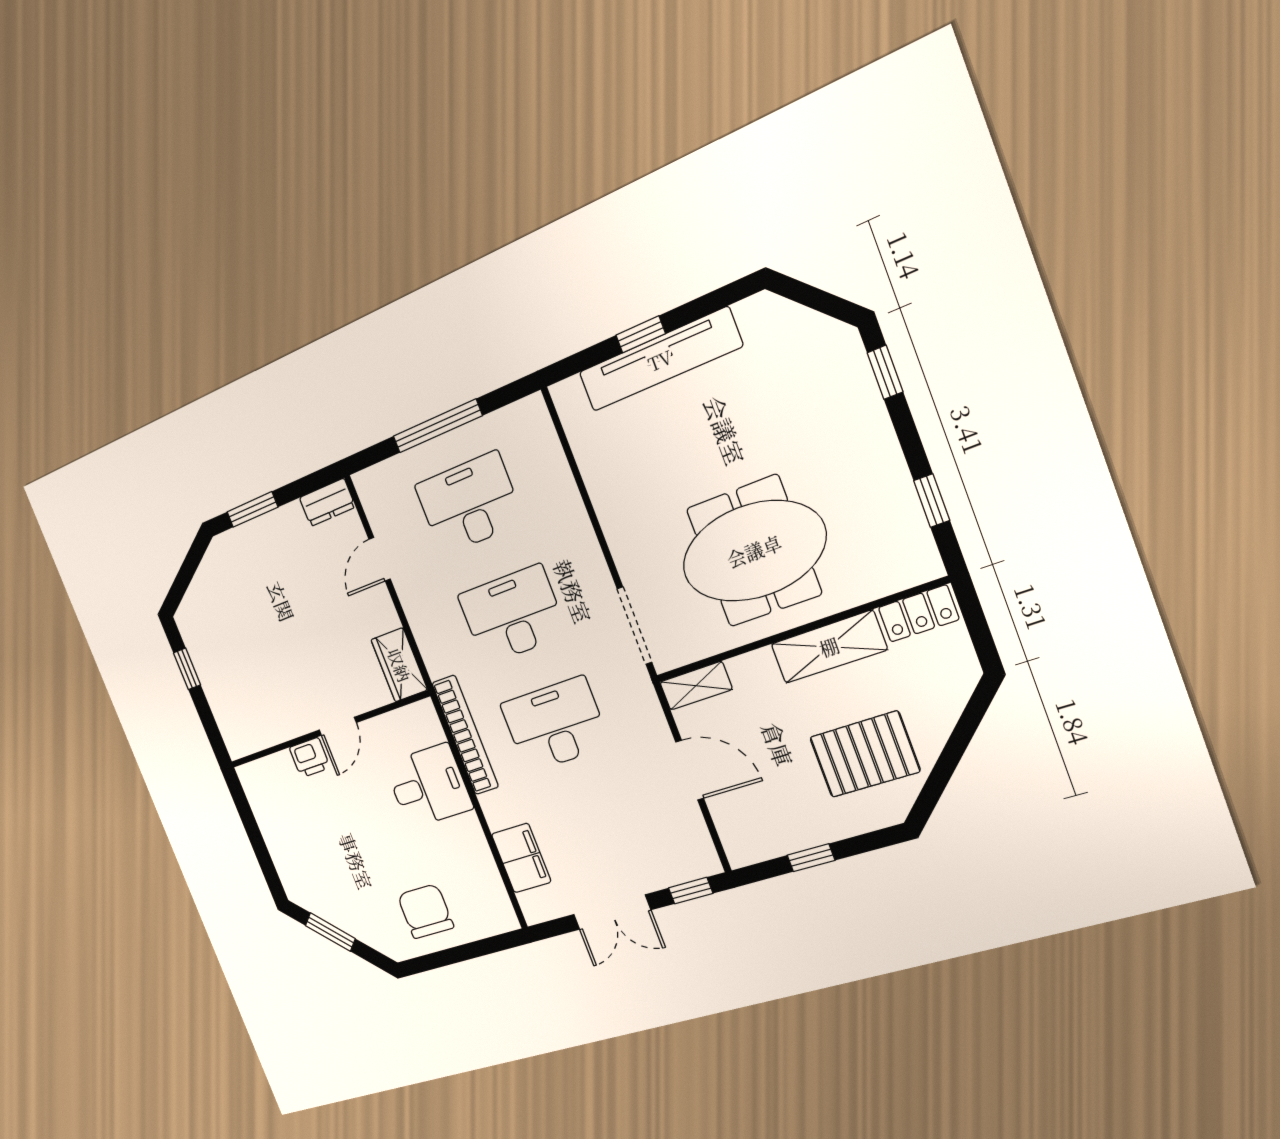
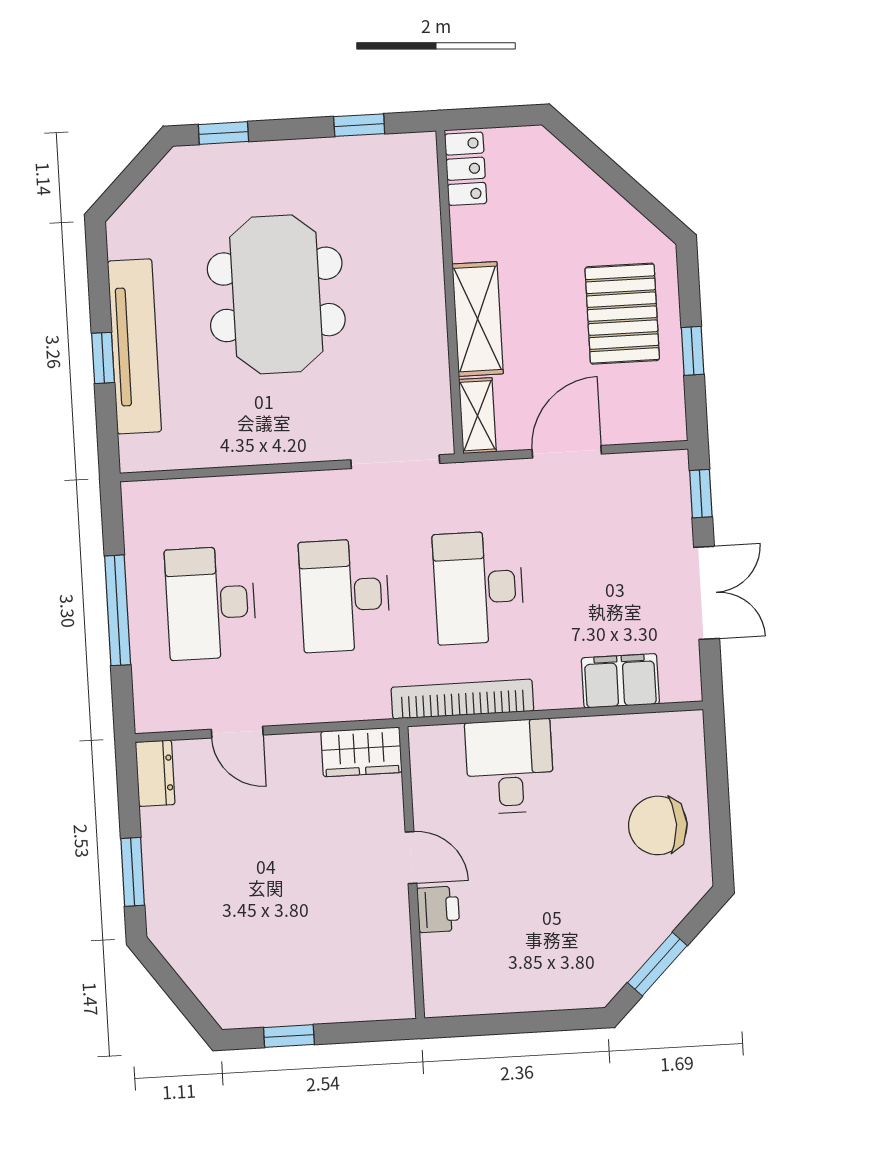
meeting table: (754, 551) -> (276, 294), moved
shelving: (829, 647) -> (478, 319), moved
pallet: (865, 754) -> (622, 314), moved

